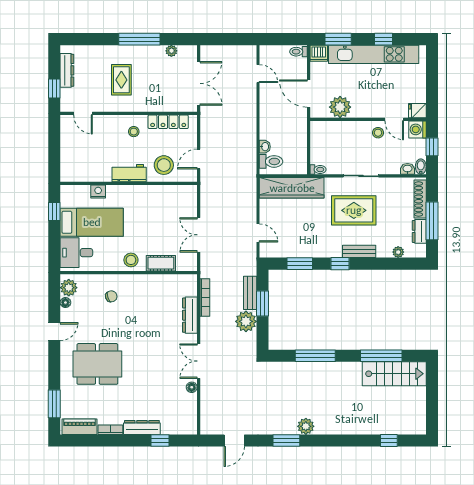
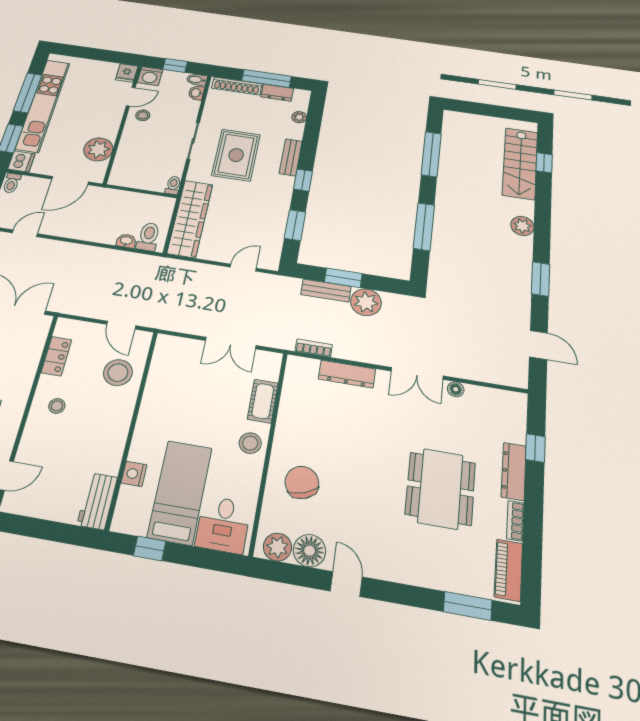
window: (383, 39) -> (28, 93), width x2.17
locker: (168, 122) -> (56, 356), width x0.66
workbench: (129, 173) -> (97, 501), moved
chair: (111, 296) -> (302, 482), width x1.87, depth x1.87
bookcase: (205, 297) -> (314, 348), width x0.64
floor lamp: (65, 303) -> (310, 551), width x1.89, depth x1.89
dining table: (97, 364) -> (440, 488), moved
stairs: (394, 374) -> (520, 163), moved, turned 180
plant: (306, 426) -> (522, 226), moved

